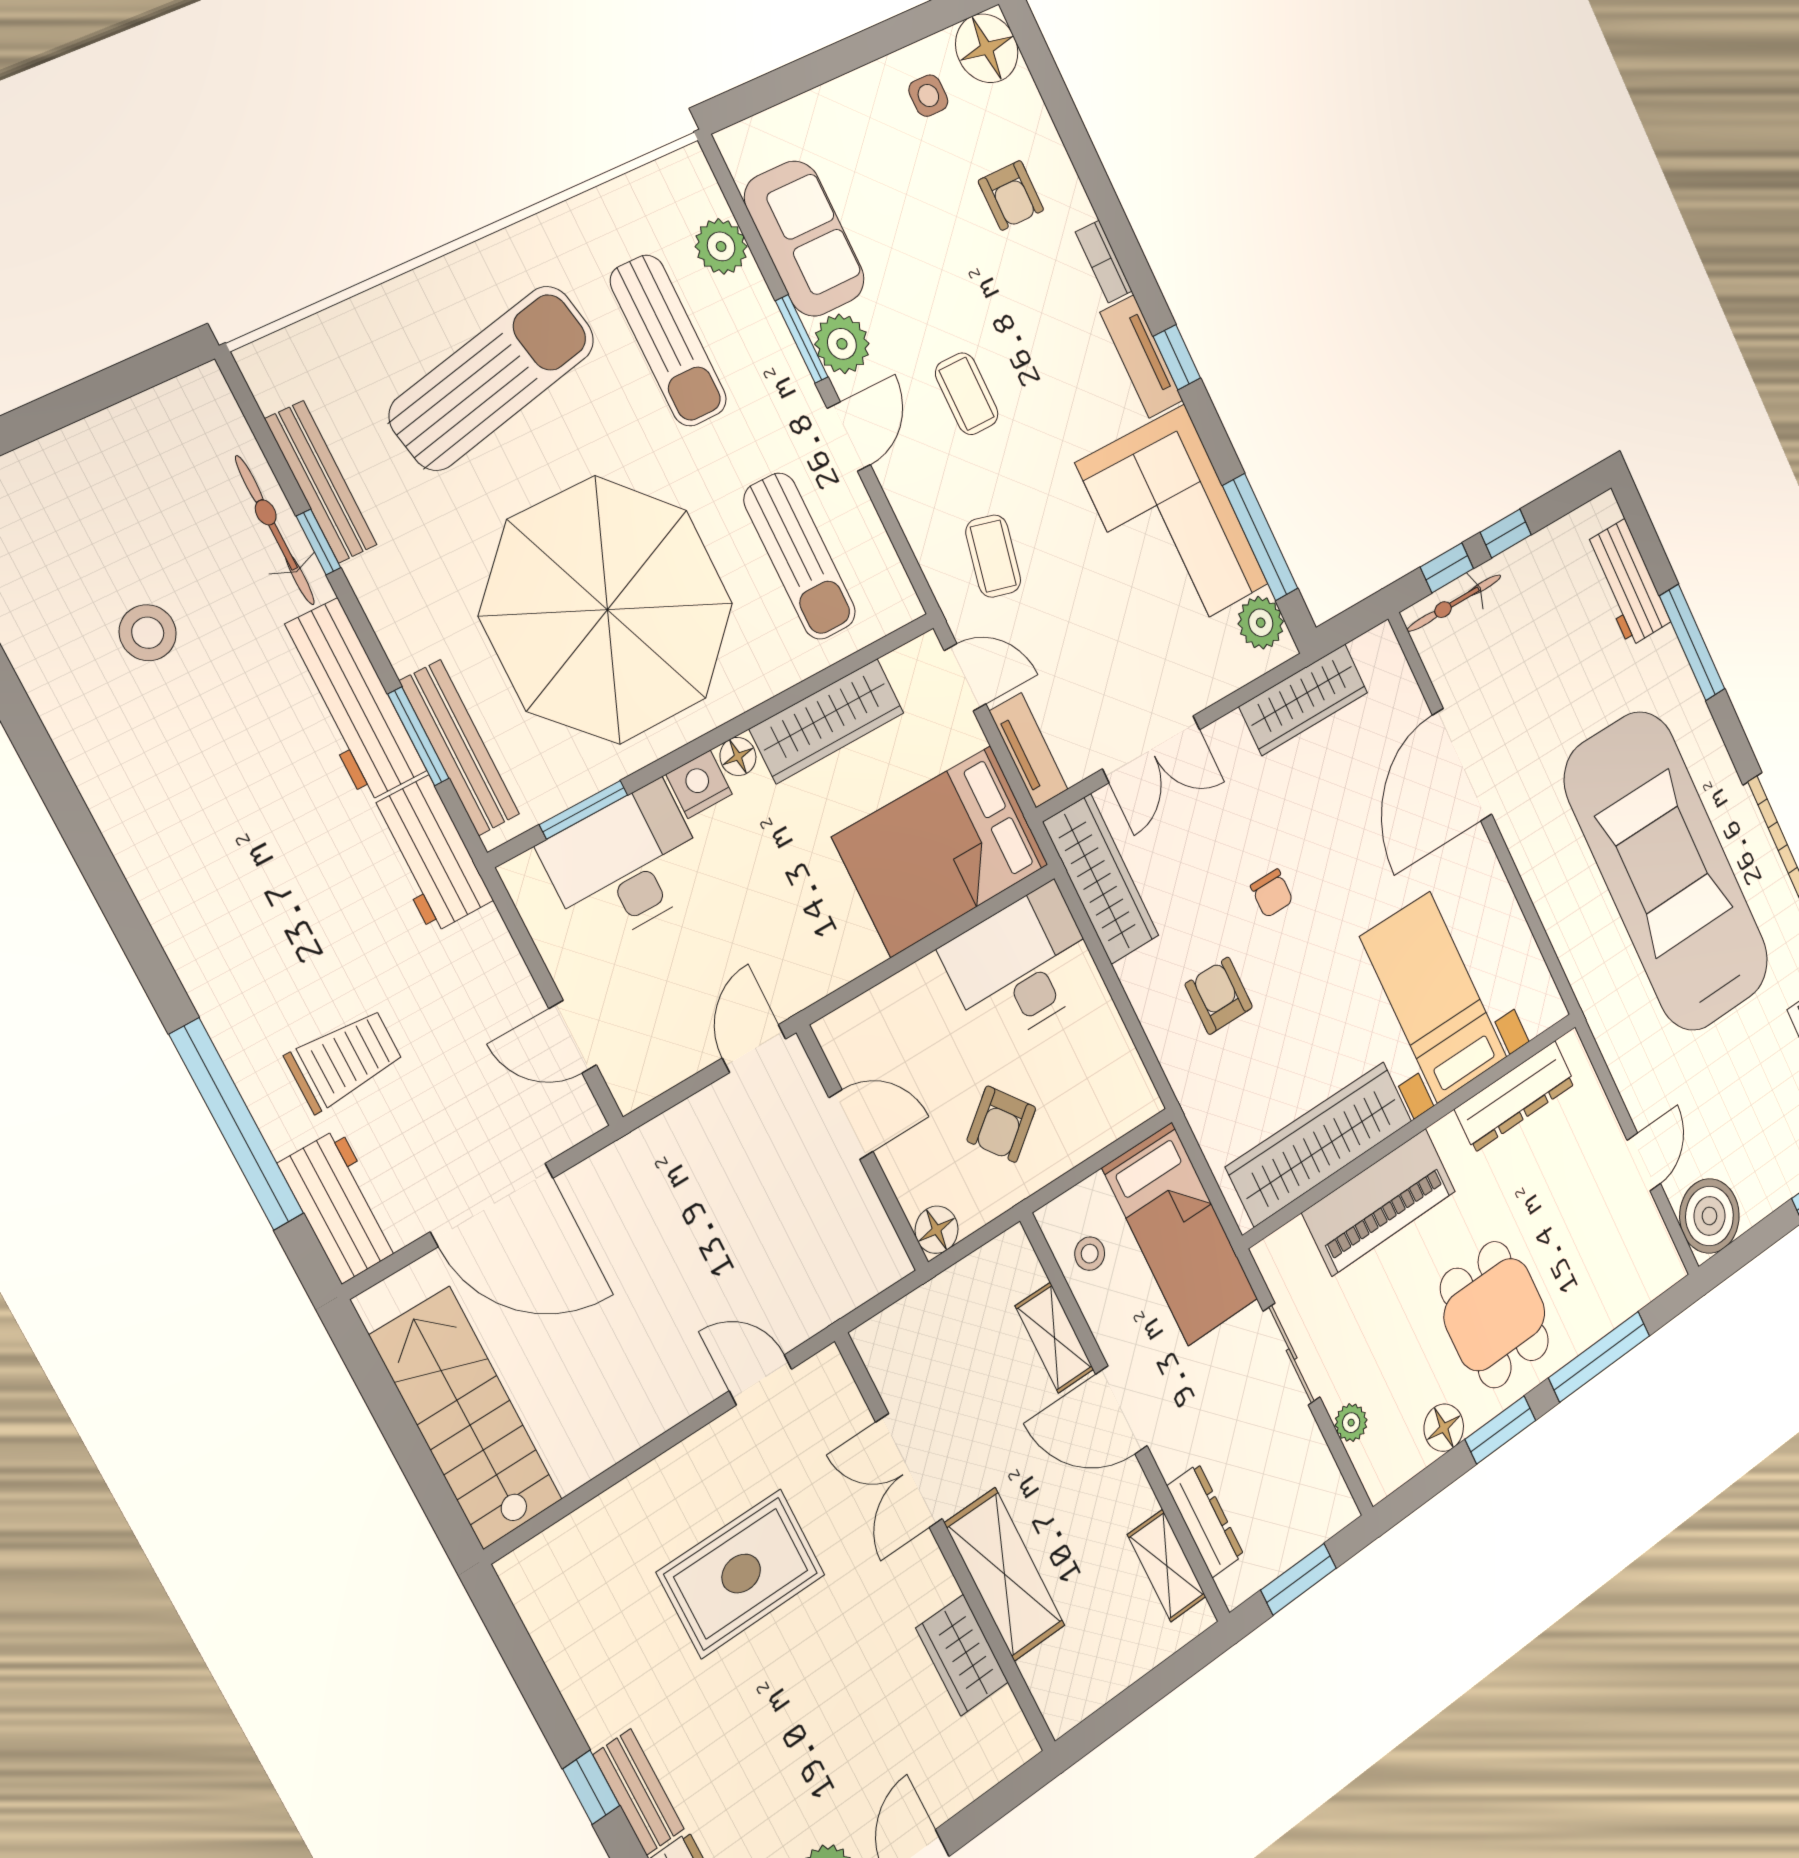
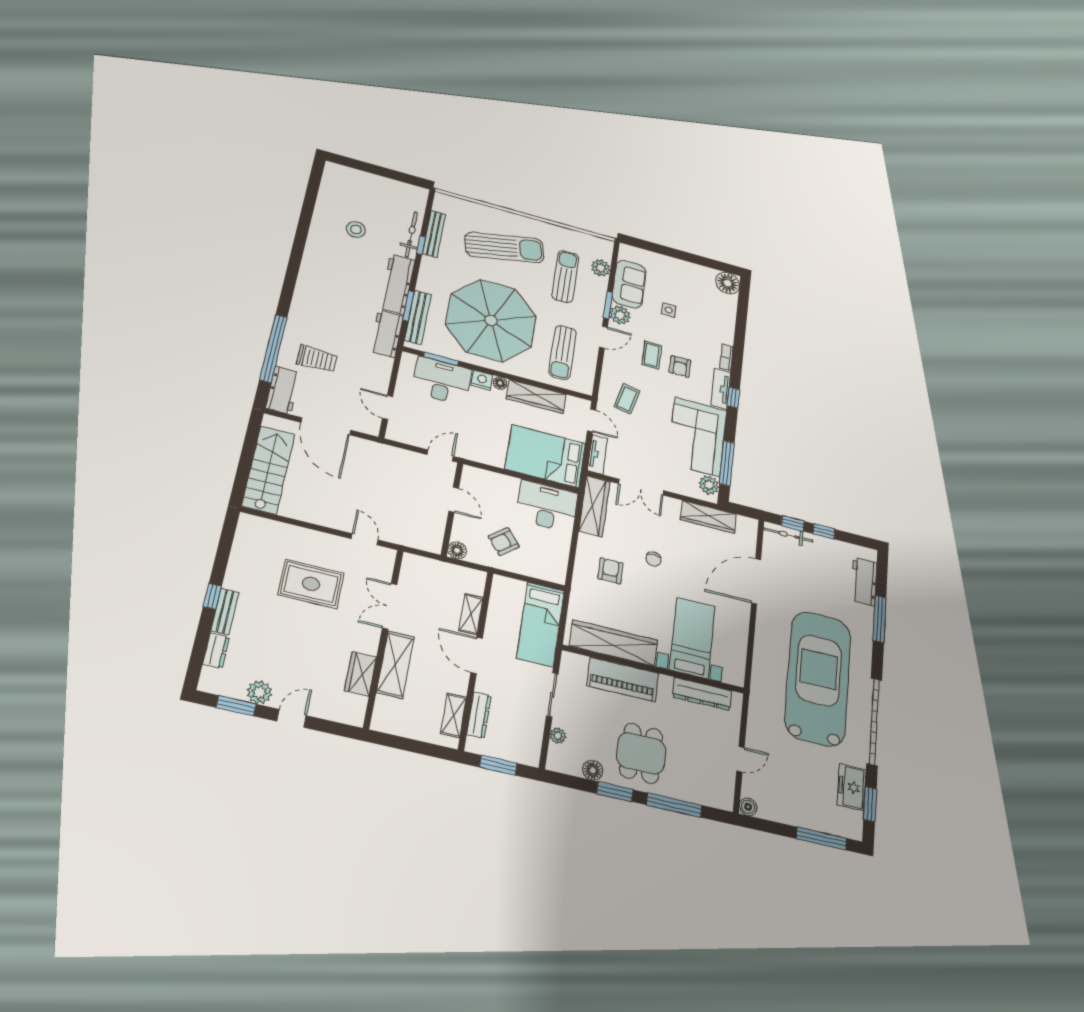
side table: (928, 96) -> (669, 310), moved
armchair: (1011, 195) -> (680, 366), moved
sun lounger: (668, 341) -> (565, 276), turned 180
boiler: (1709, 1216) -> (748, 807), width x0.54, depth x0.54
stool: (1090, 1254) -> (504, 602), removed

